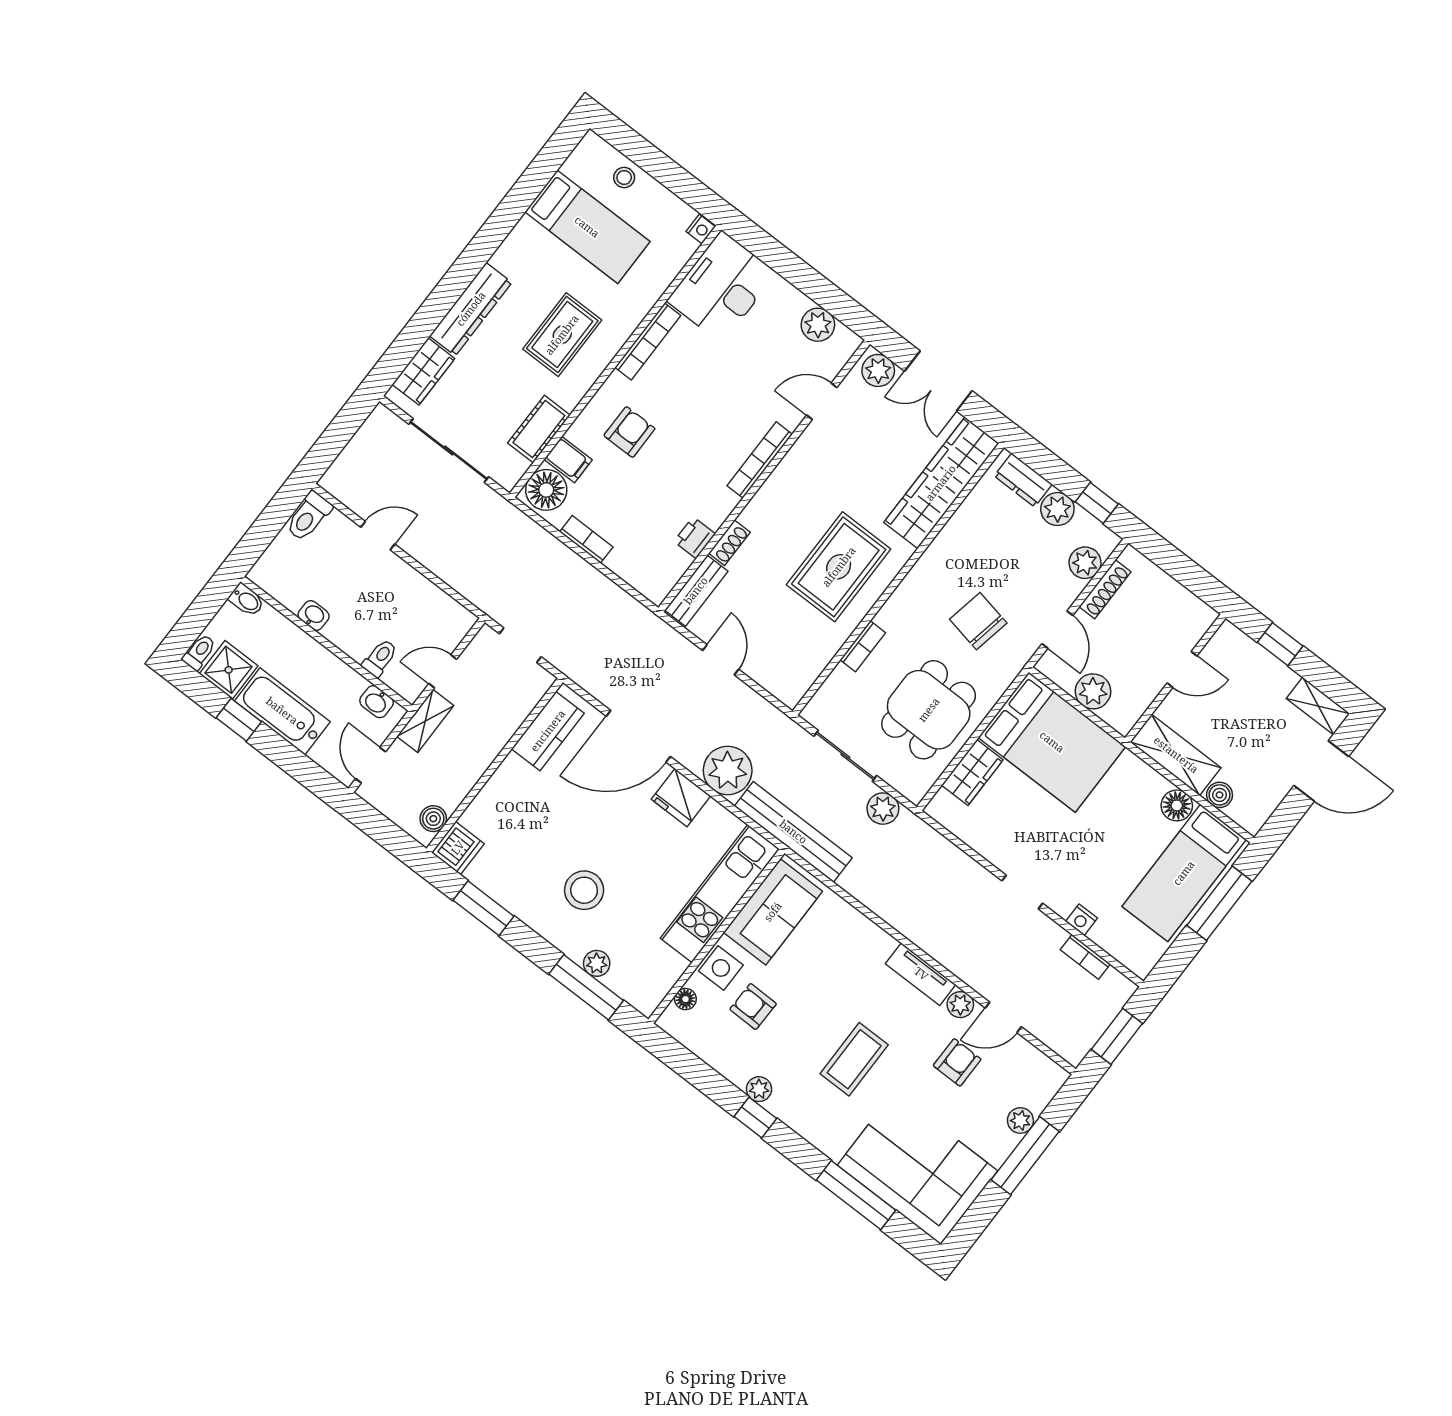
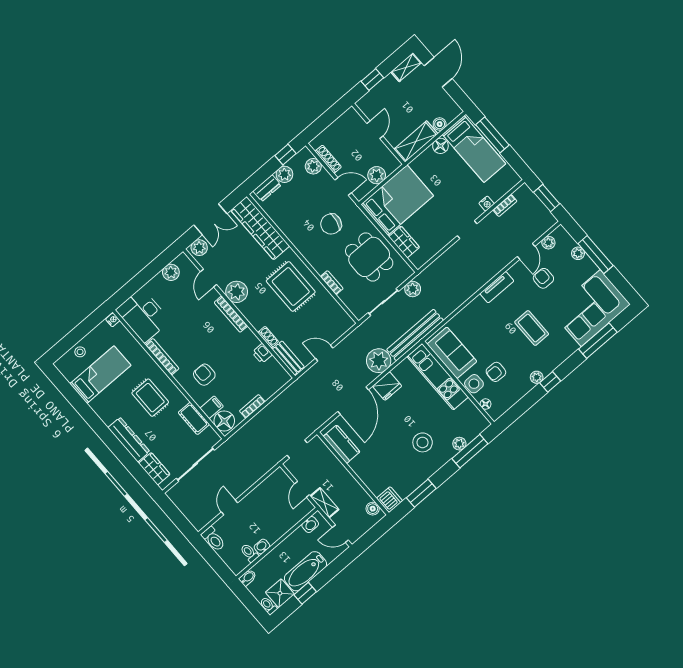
plant: (806, 462) -> (237, 292), added
toilet: (380, 658) -> (249, 553), moved
plant: (960, 1005) -> (548, 243), moved

